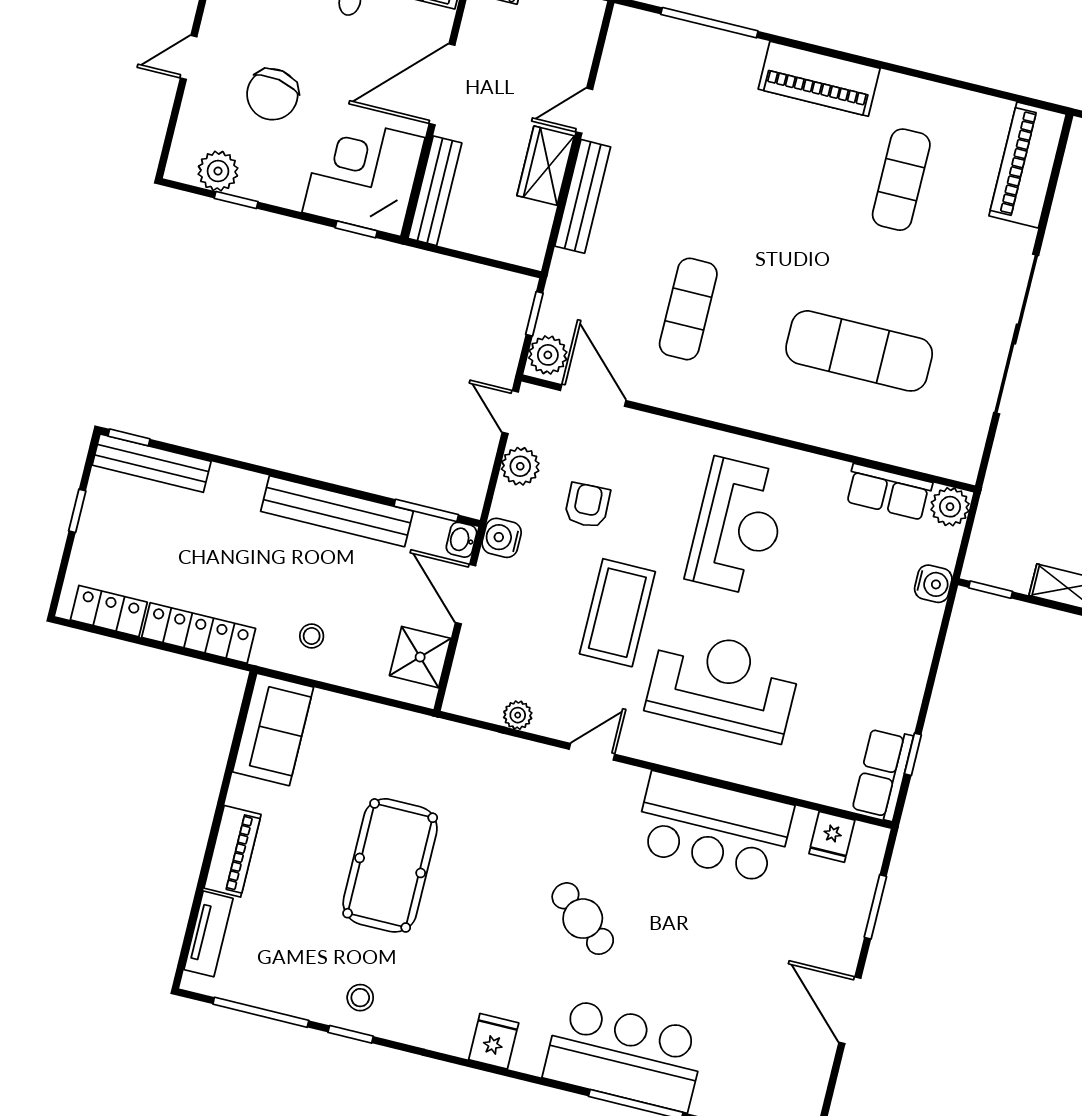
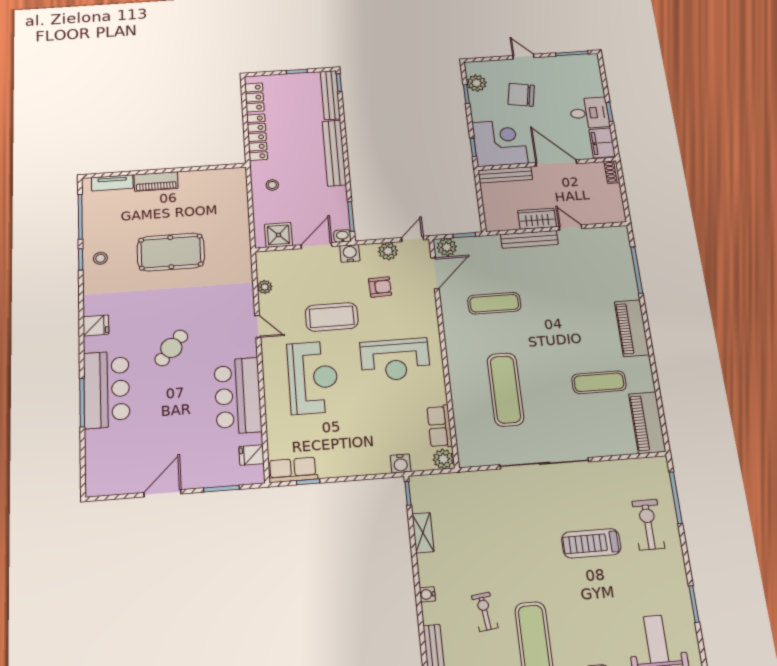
piano: (1028, 165) -> (647, 423), moved, turned -90
bench: (337, 511) -> (334, 153), moved
sofa: (273, 729) -> (221, 182), removed

